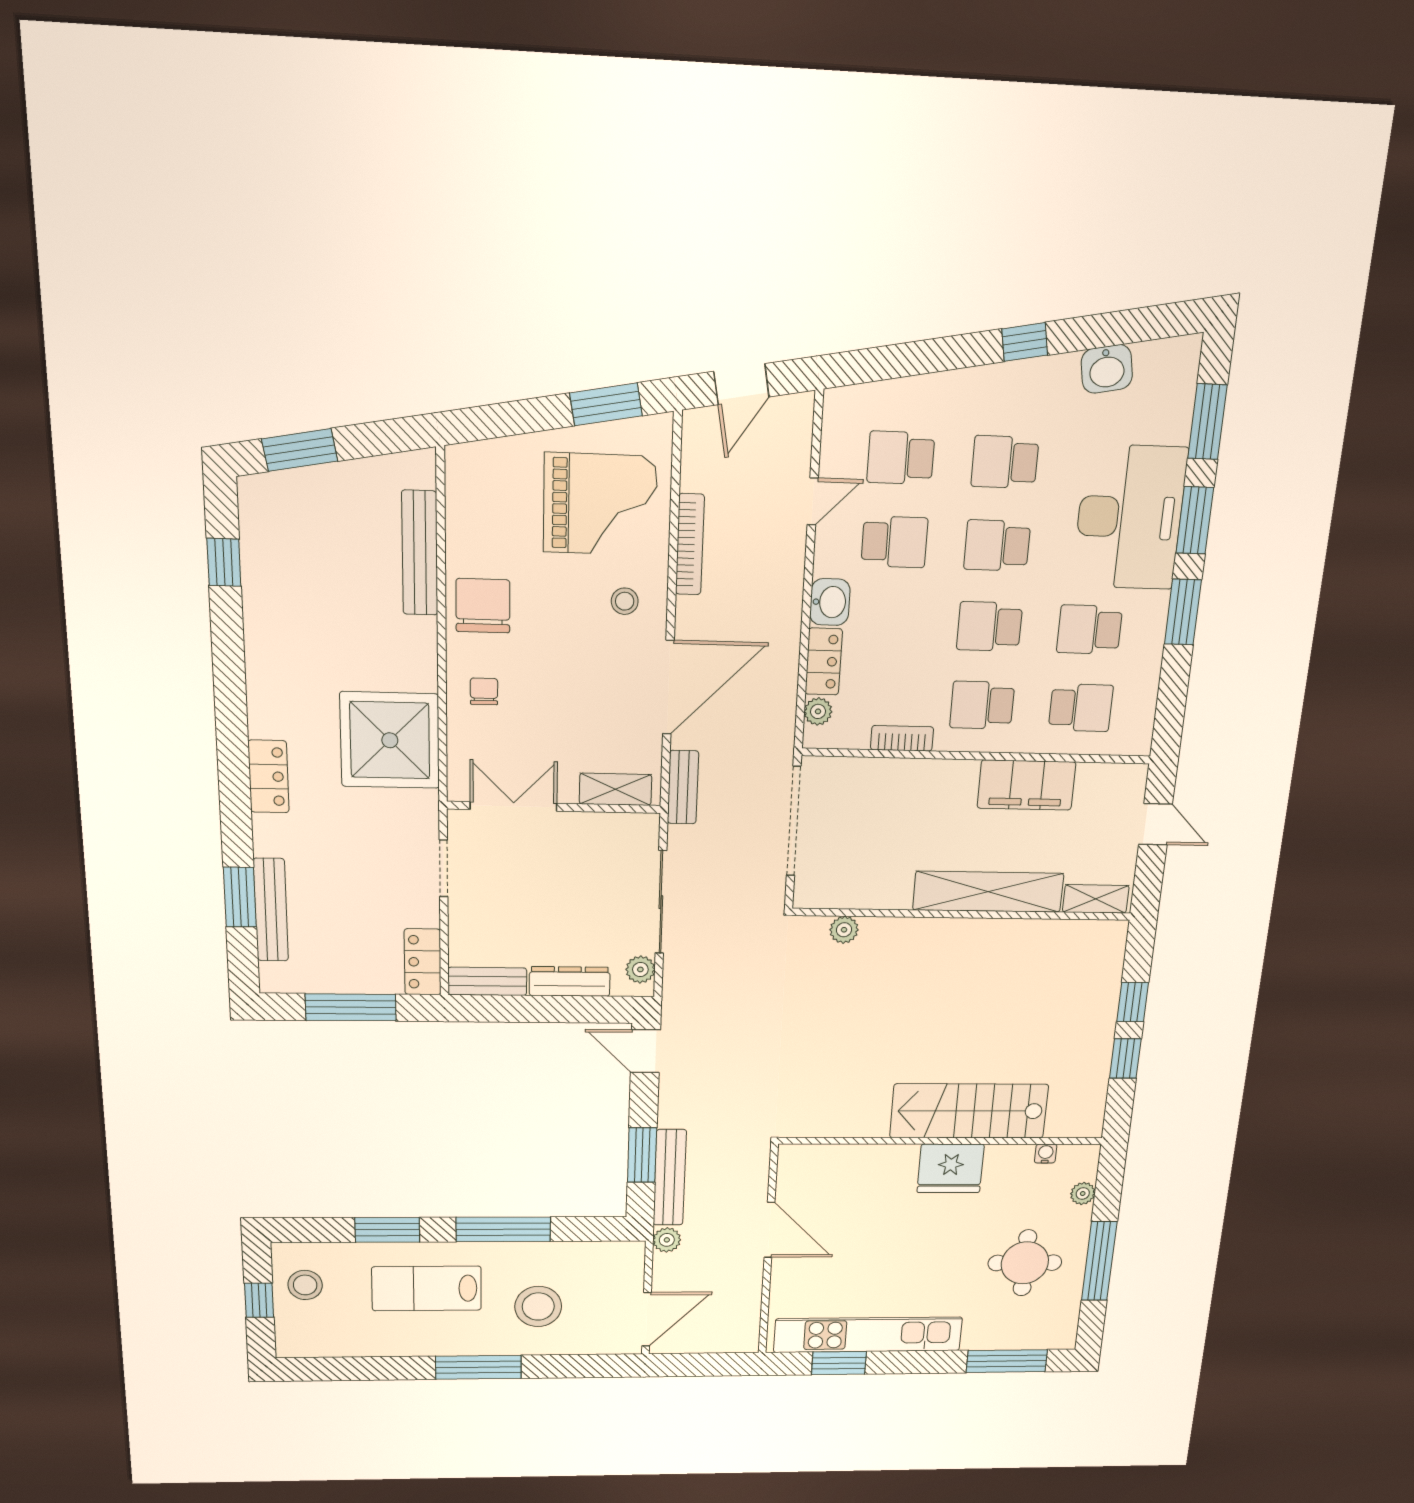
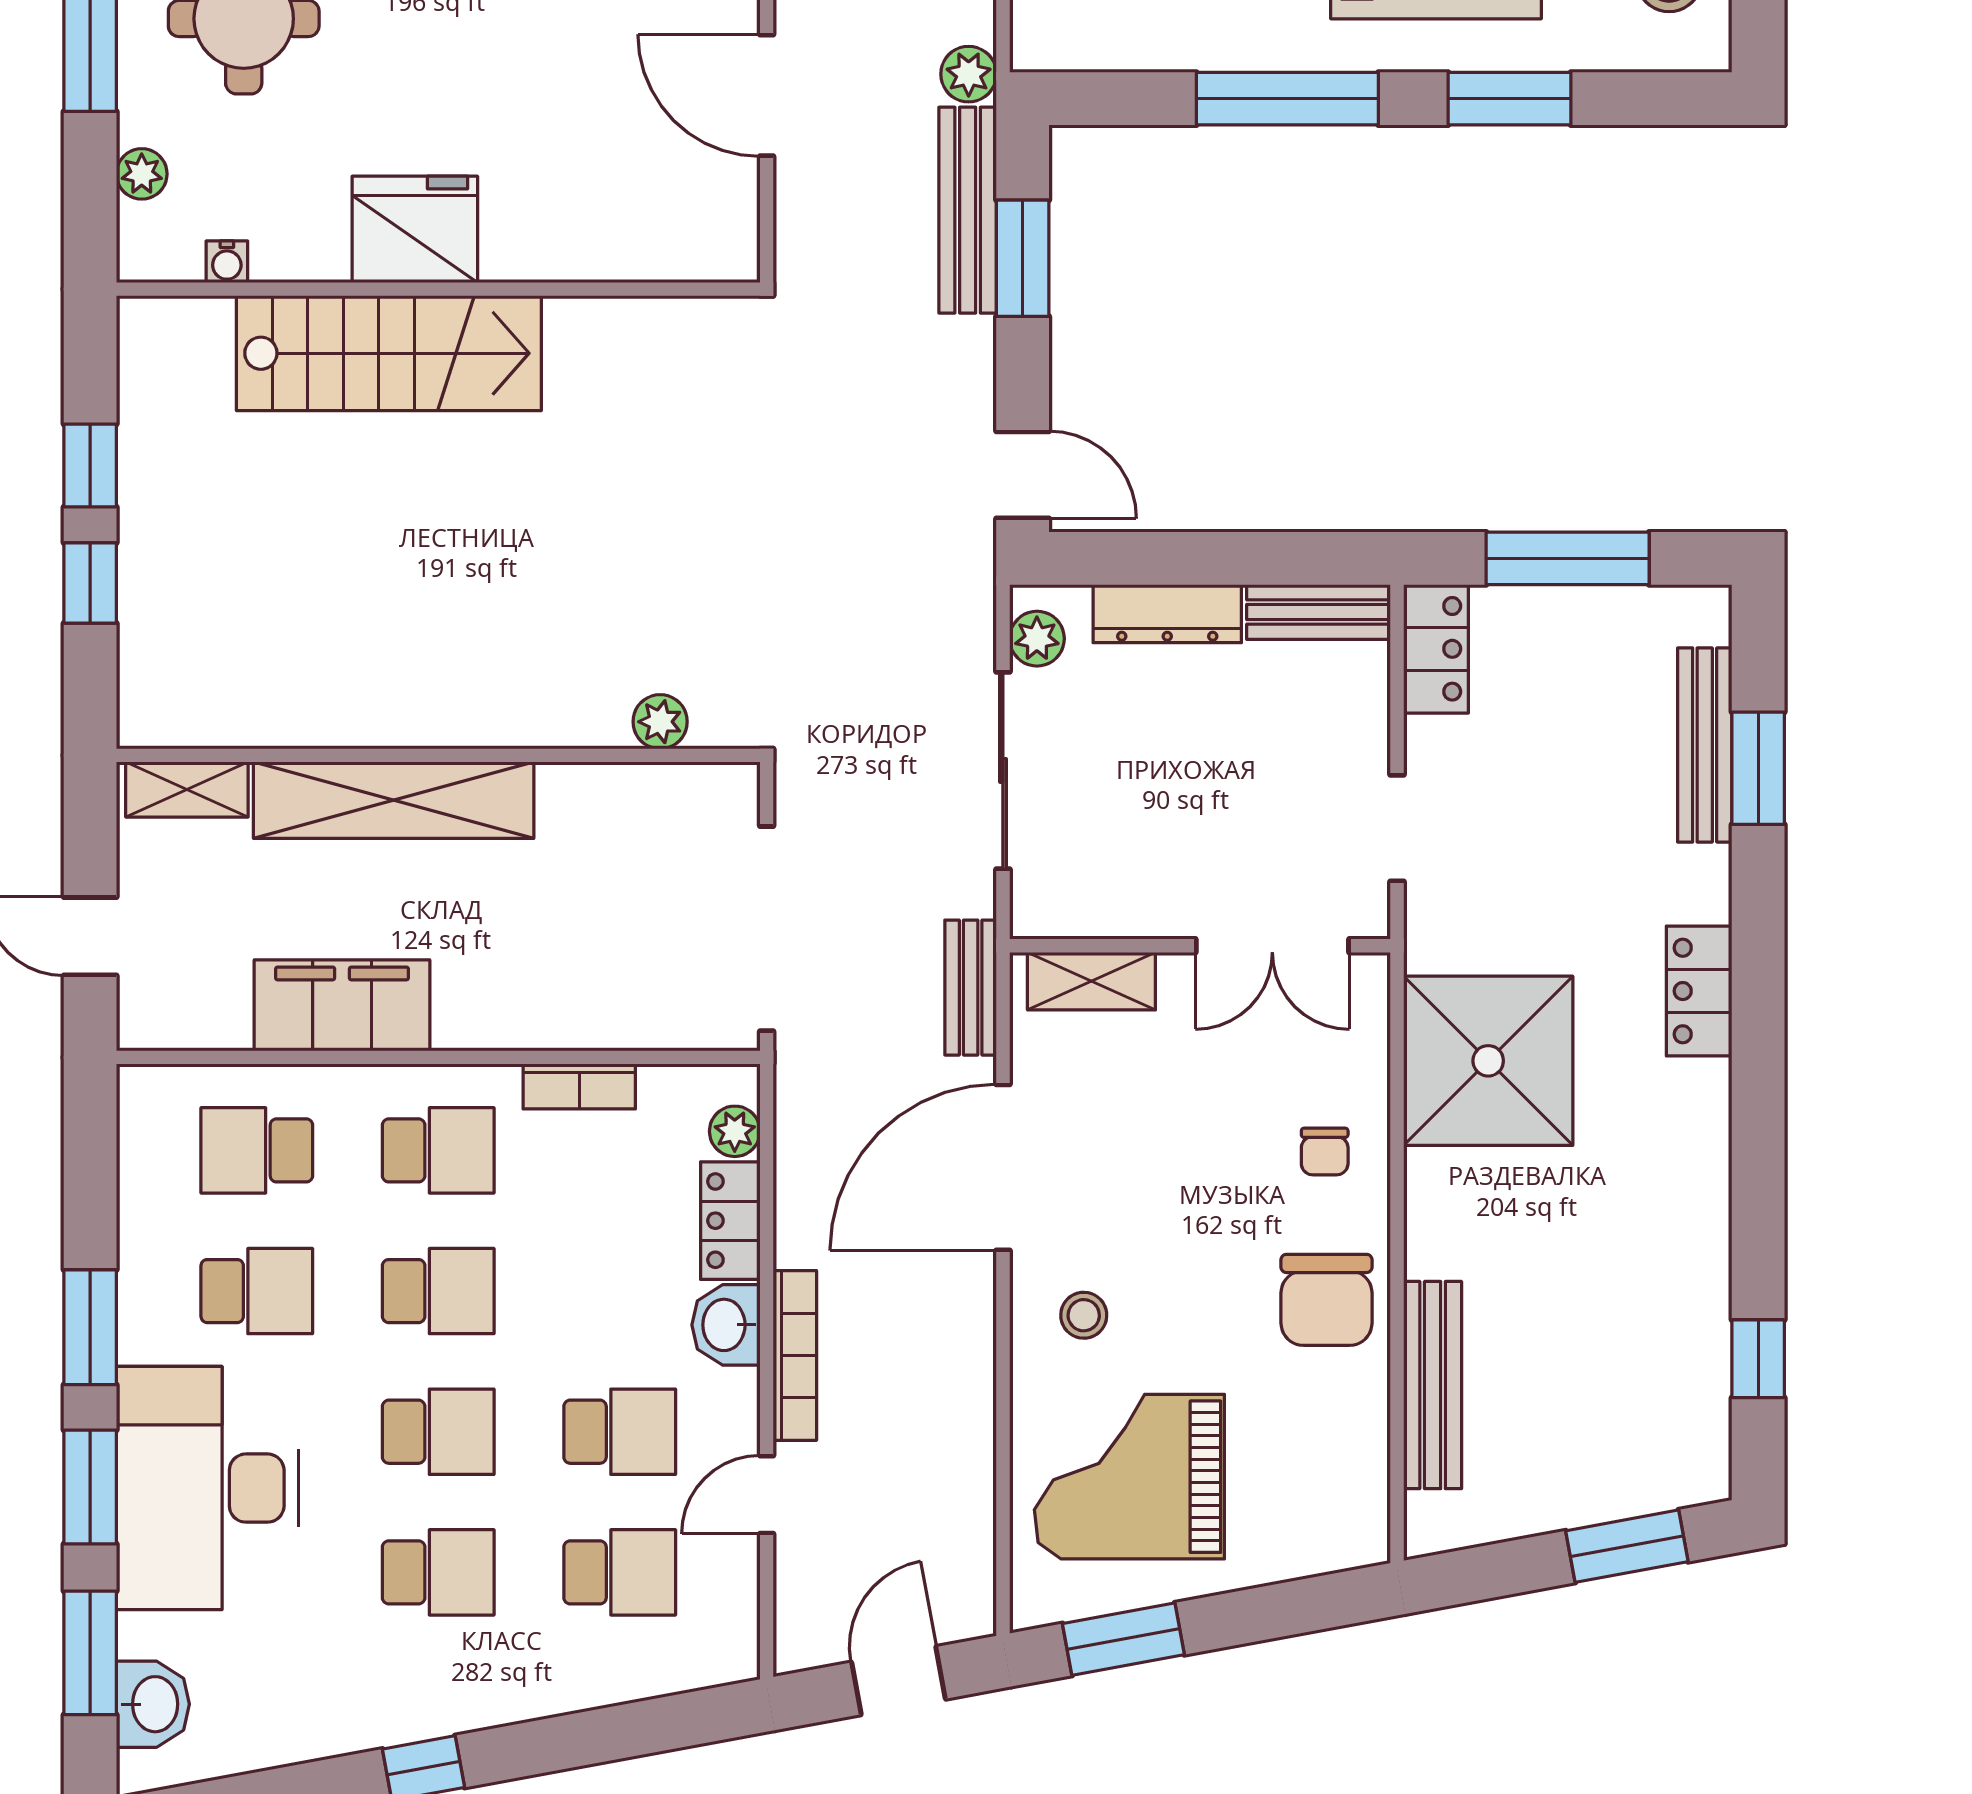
washbasin: (1107, 369) -> (153, 1704), moved, turned 100
school desk: (894, 542) -> (620, 1432), turned 180
bookcase: (690, 544) -> (795, 1355), moved, turned 180

